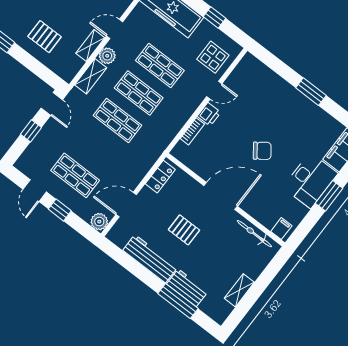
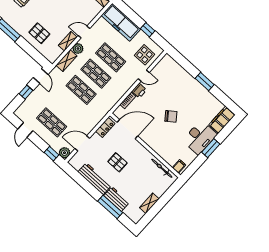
door: (221, 196) -> (127, 129), moved
window: (60, 210) -> (52, 154), moved

